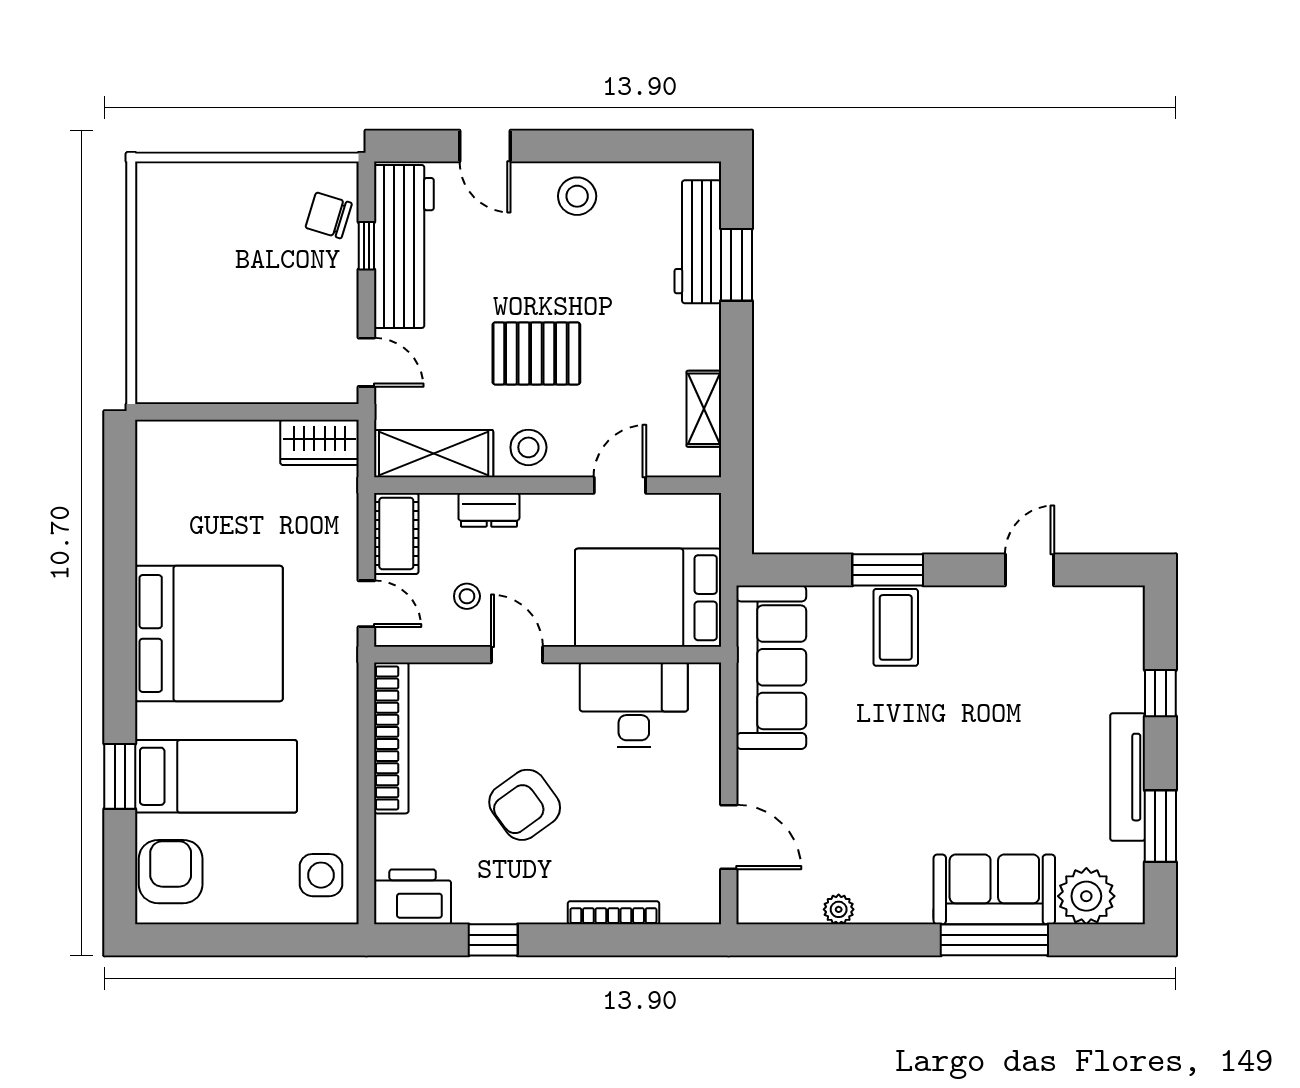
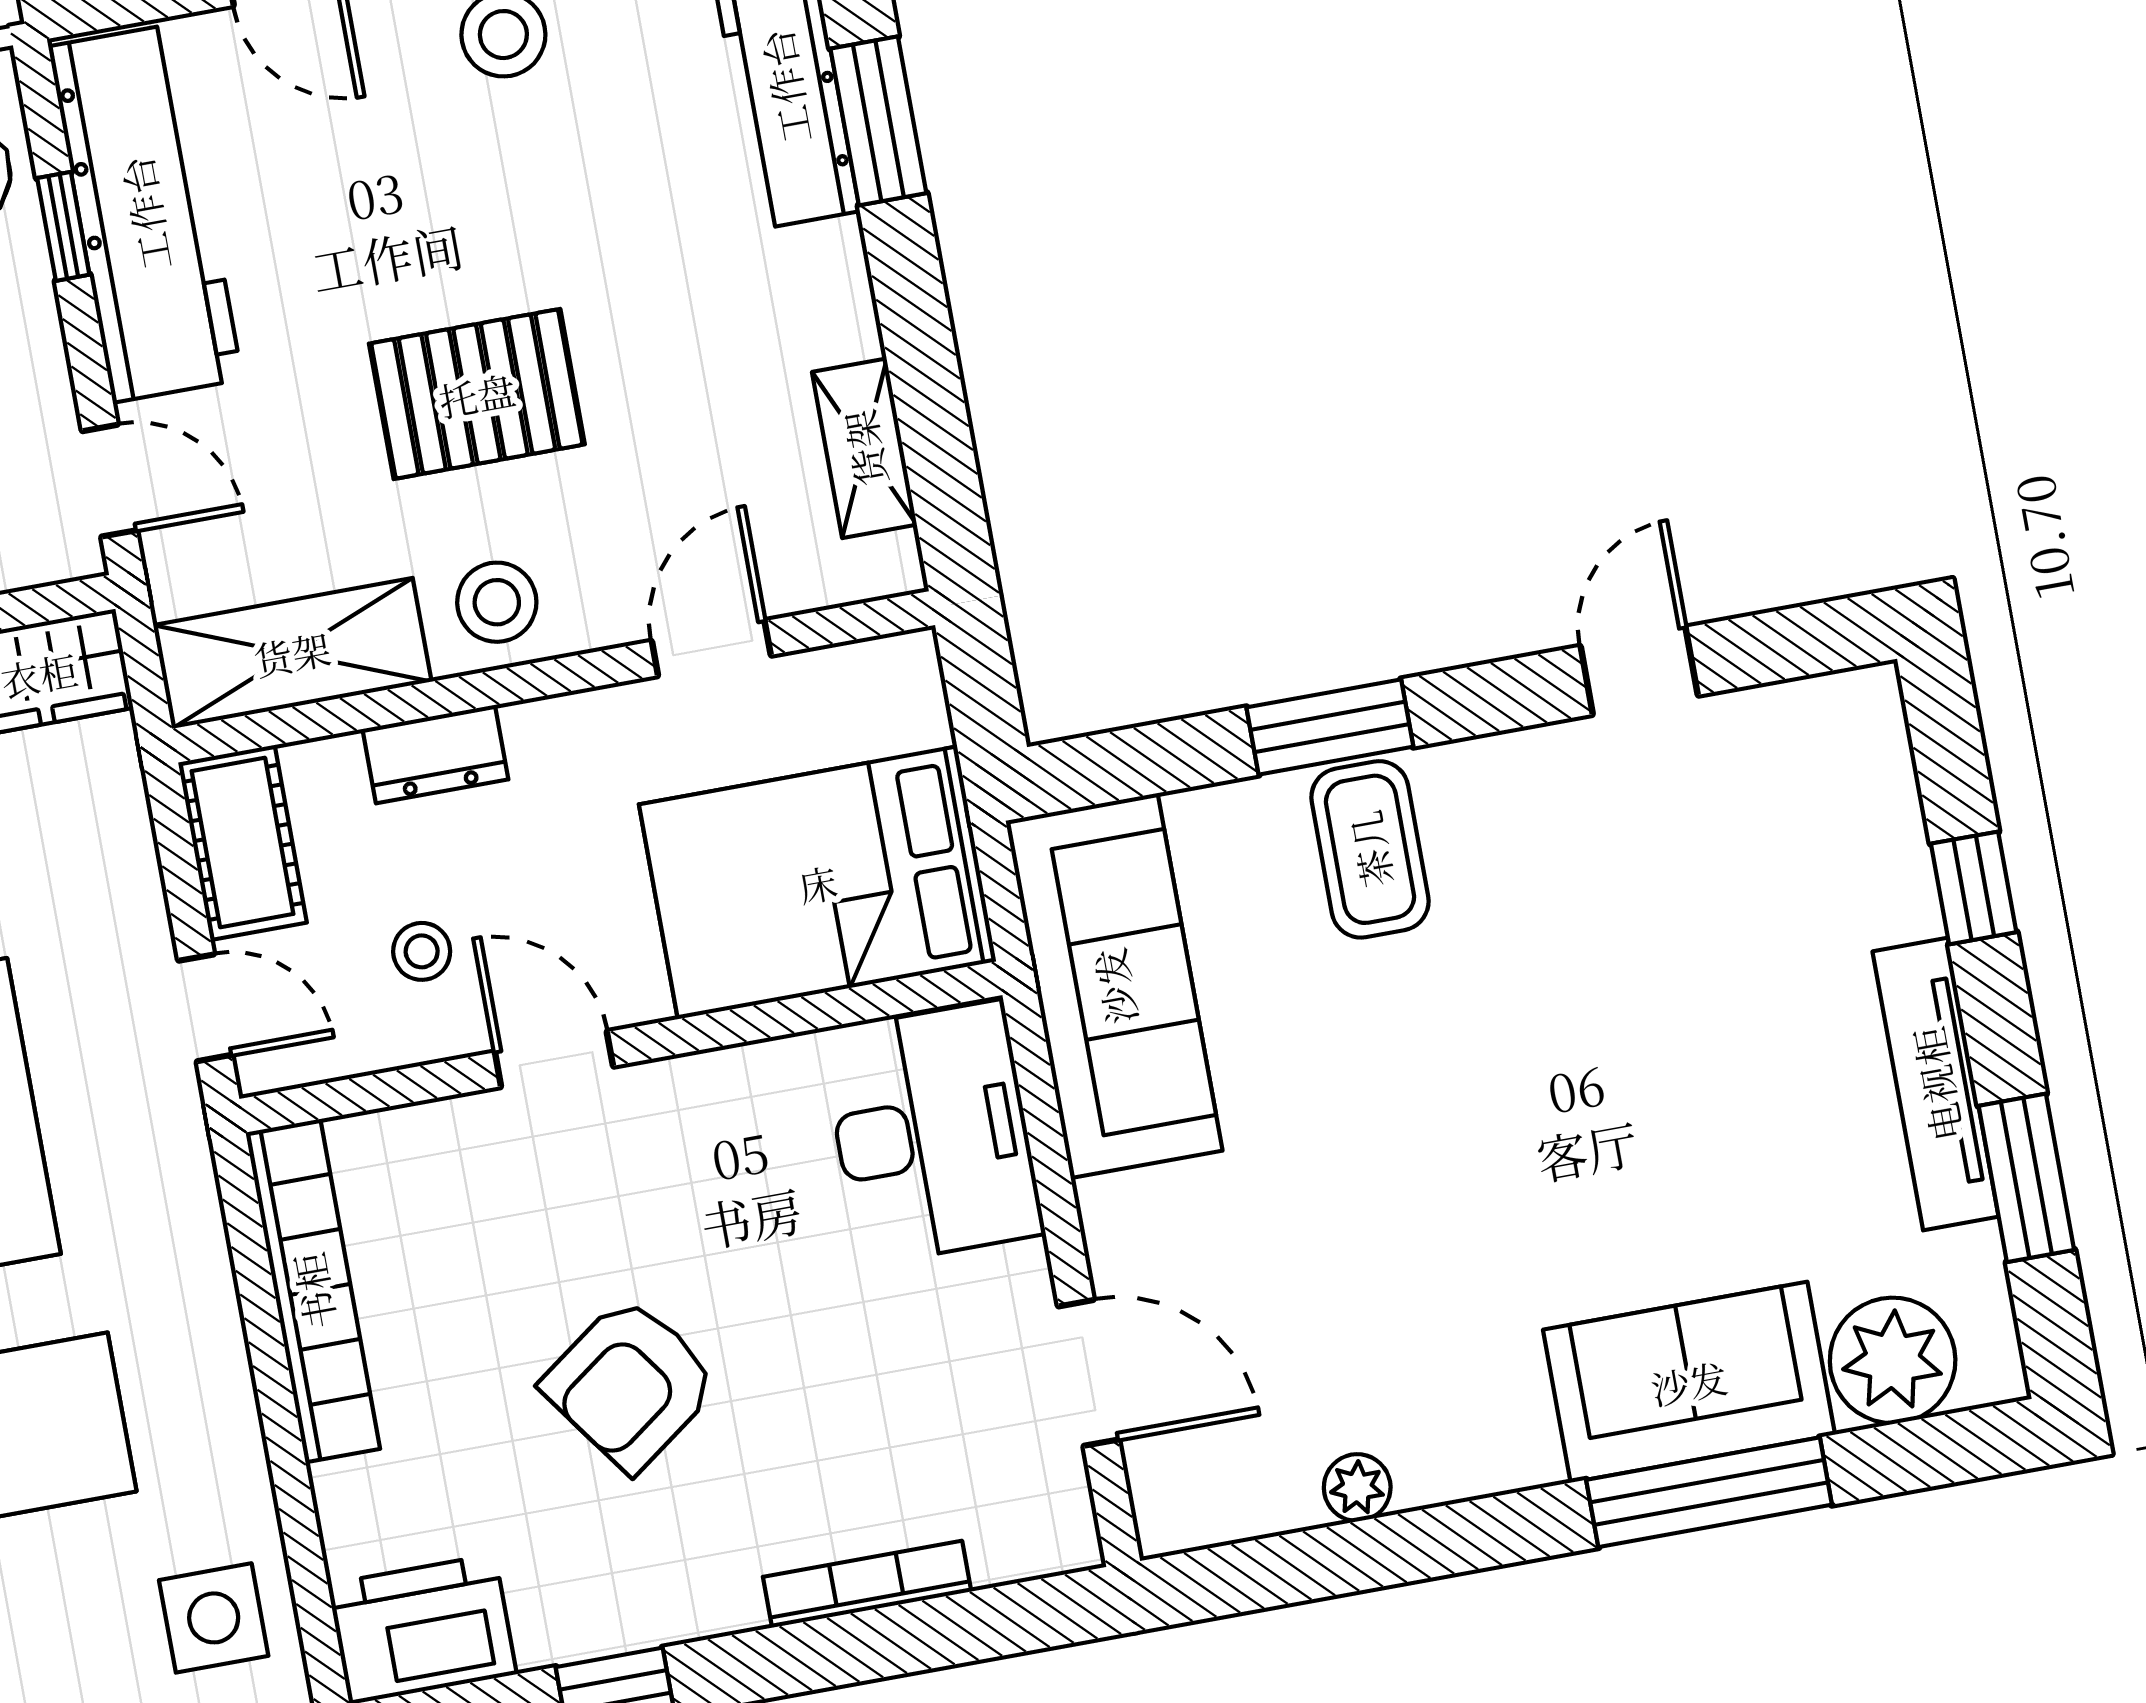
desk: (634, 705) -> (932, 1133), moved, turned 90

